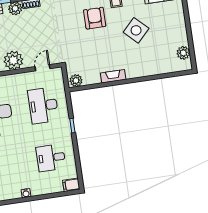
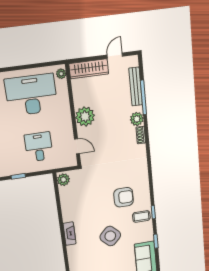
fireplace: (113, 76) -> (69, 234), moved
desk: (43, 106) -> (39, 147), width x0.73

